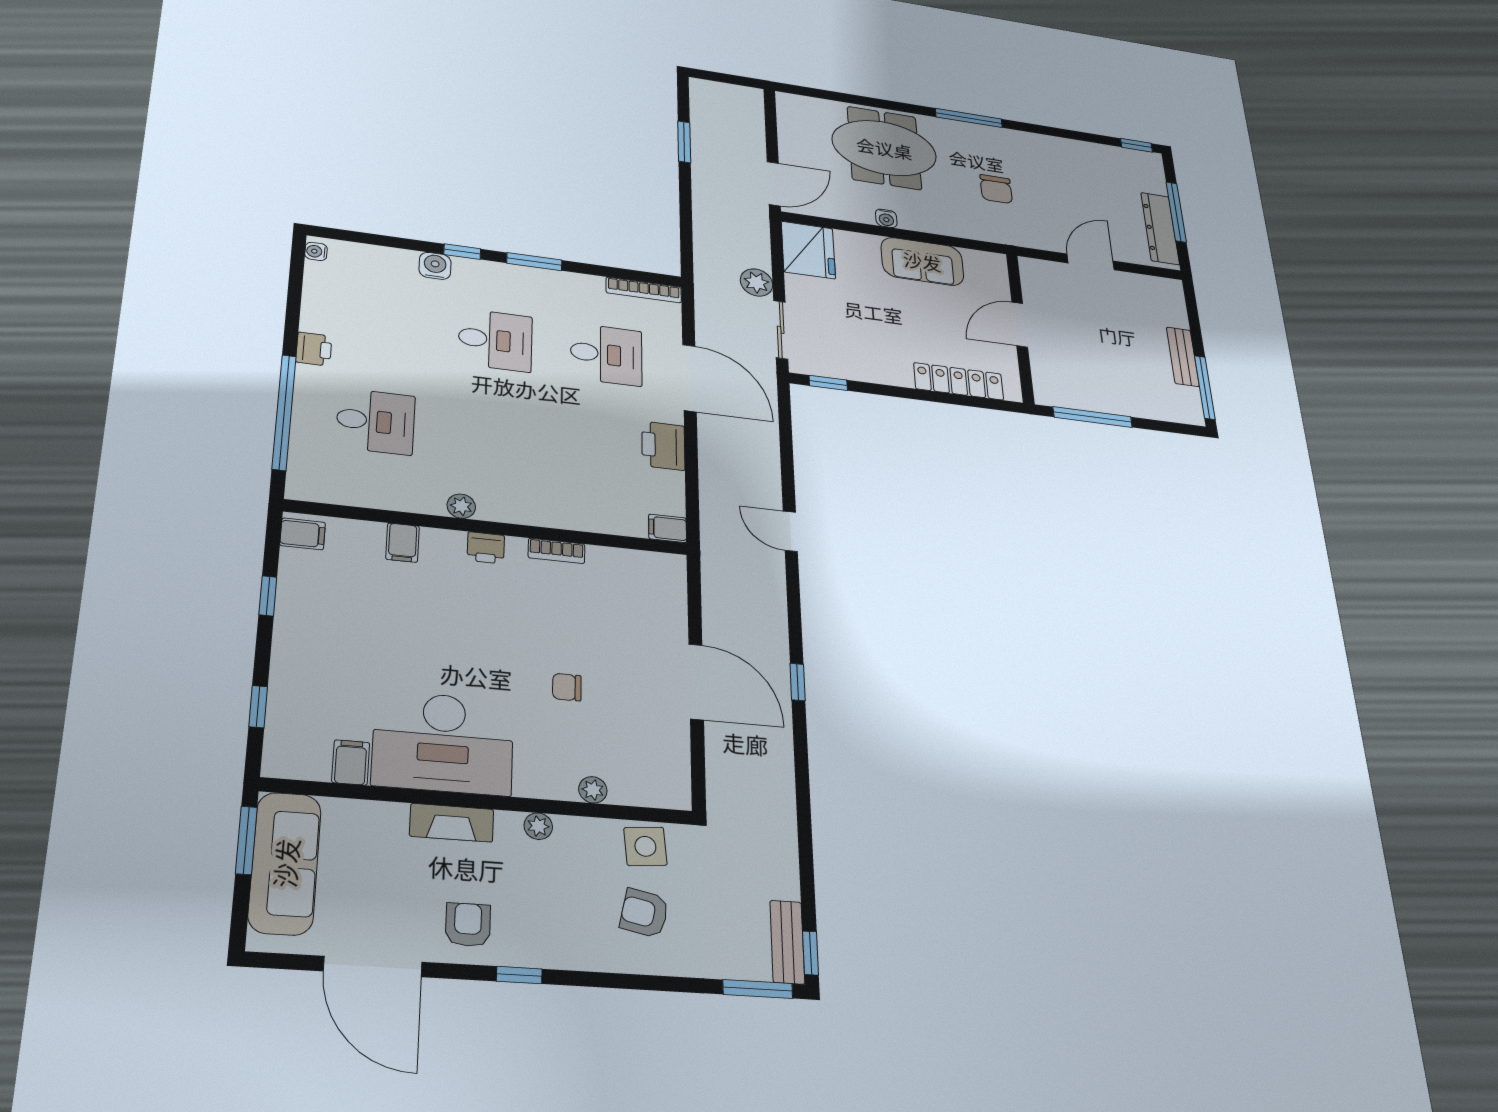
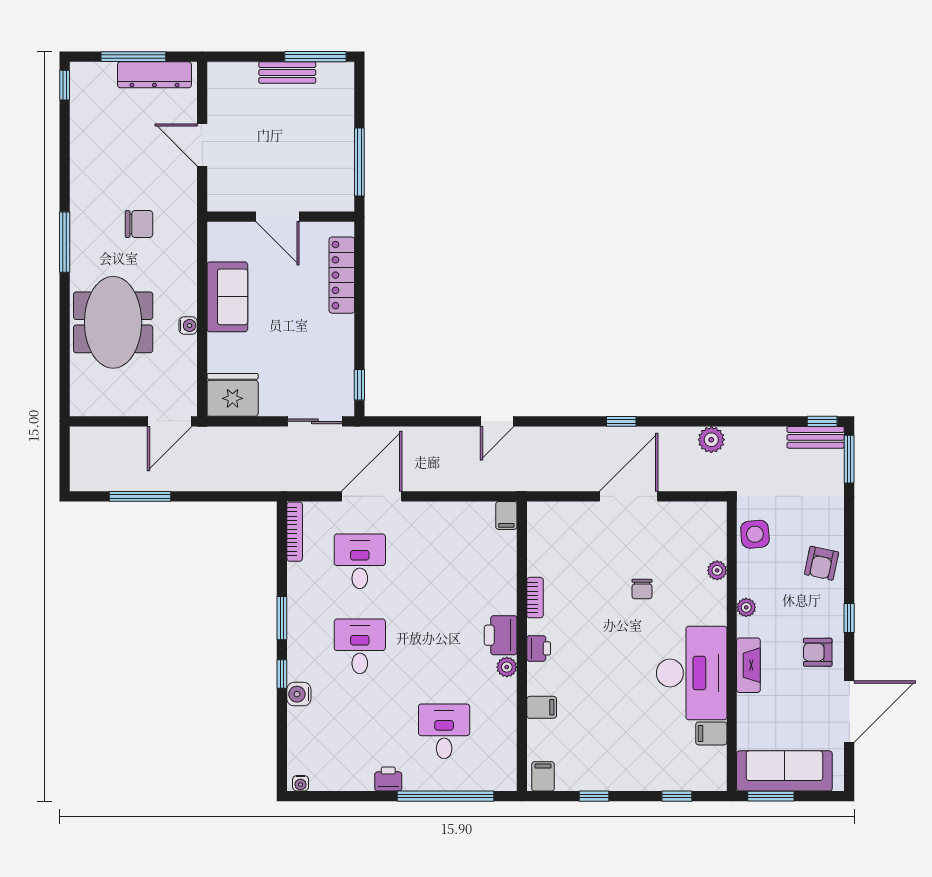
window: (684, 142) -> (140, 496), width x1.44
door: (774, 184) -> (170, 421), swing flipped
plant: (756, 282) -> (711, 440), moved
printer: (663, 446) -> (501, 635), moved, turned 90
armchair: (644, 913) -> (822, 563), moved

